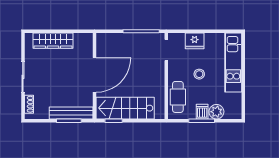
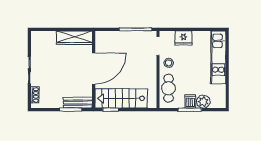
wardrobe: (53, 41) -> (74, 38), moved
stool: (199, 74) -> (169, 63), moved
bench: (71, 113) -> (78, 103), width x0.73

